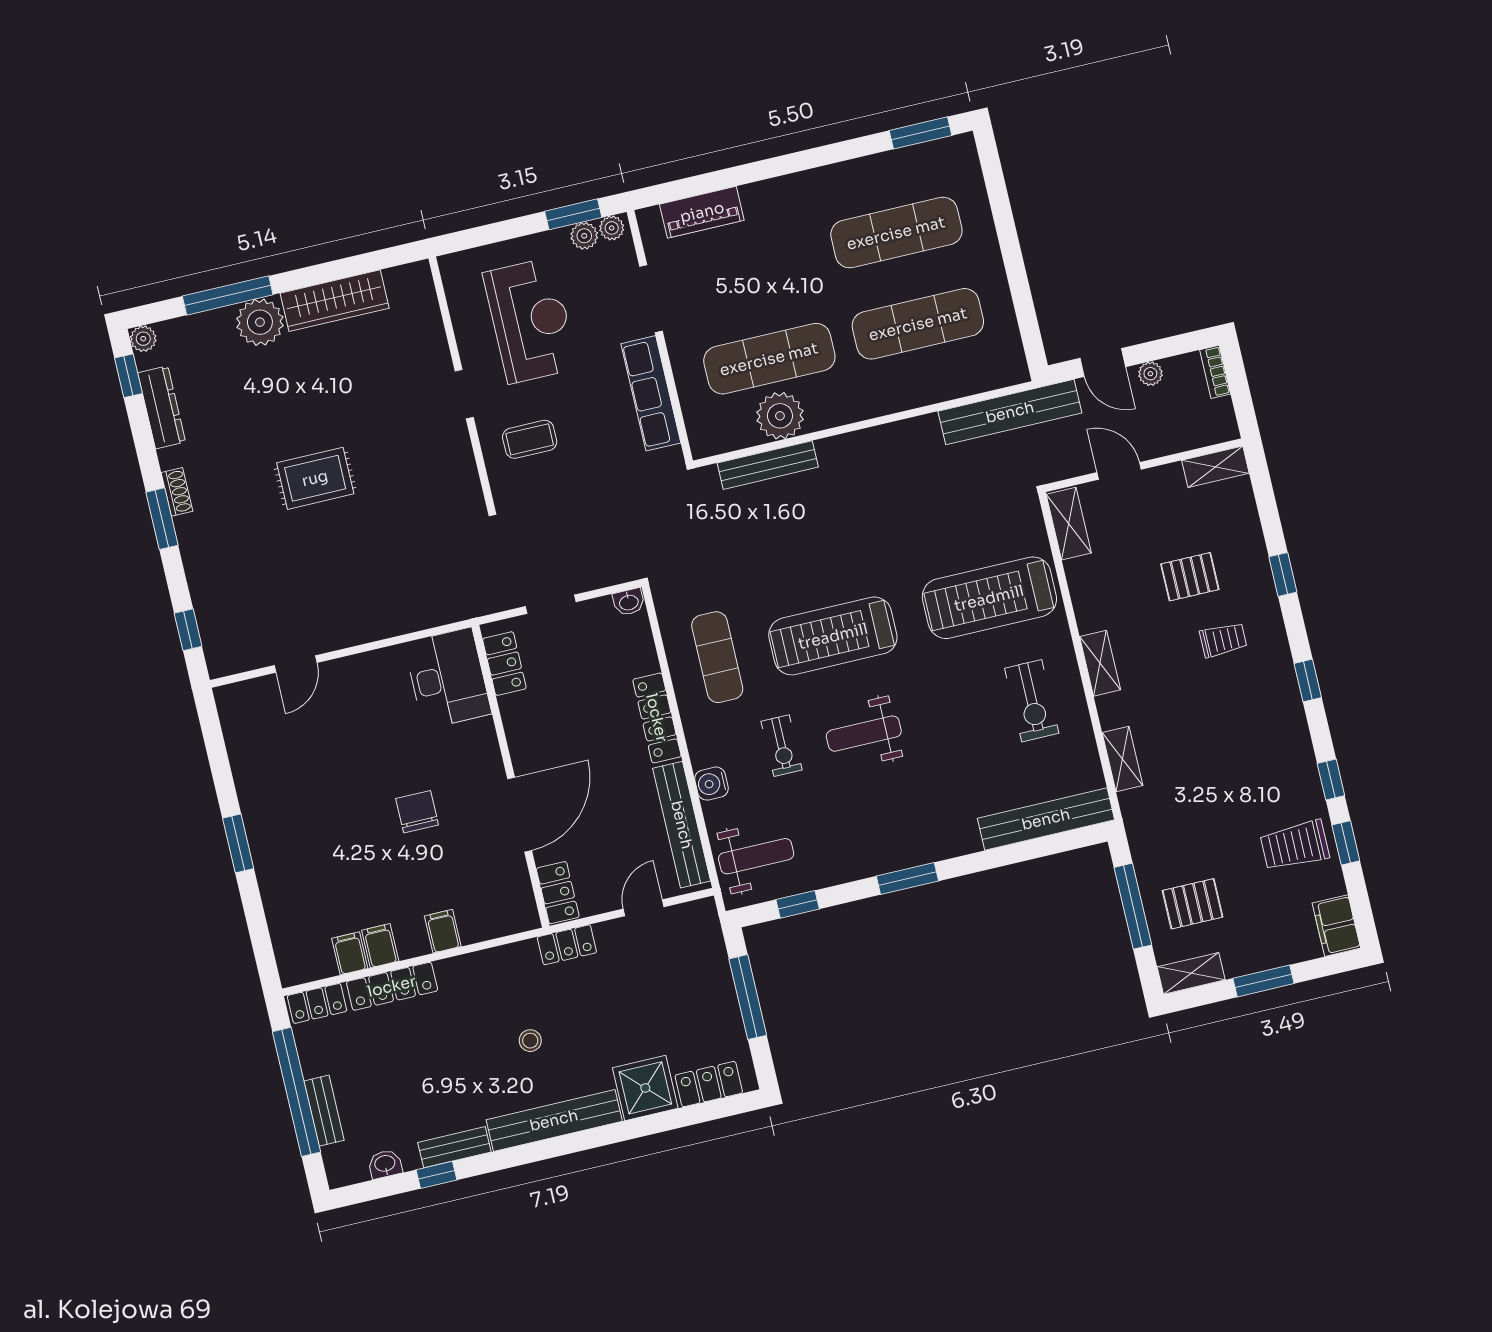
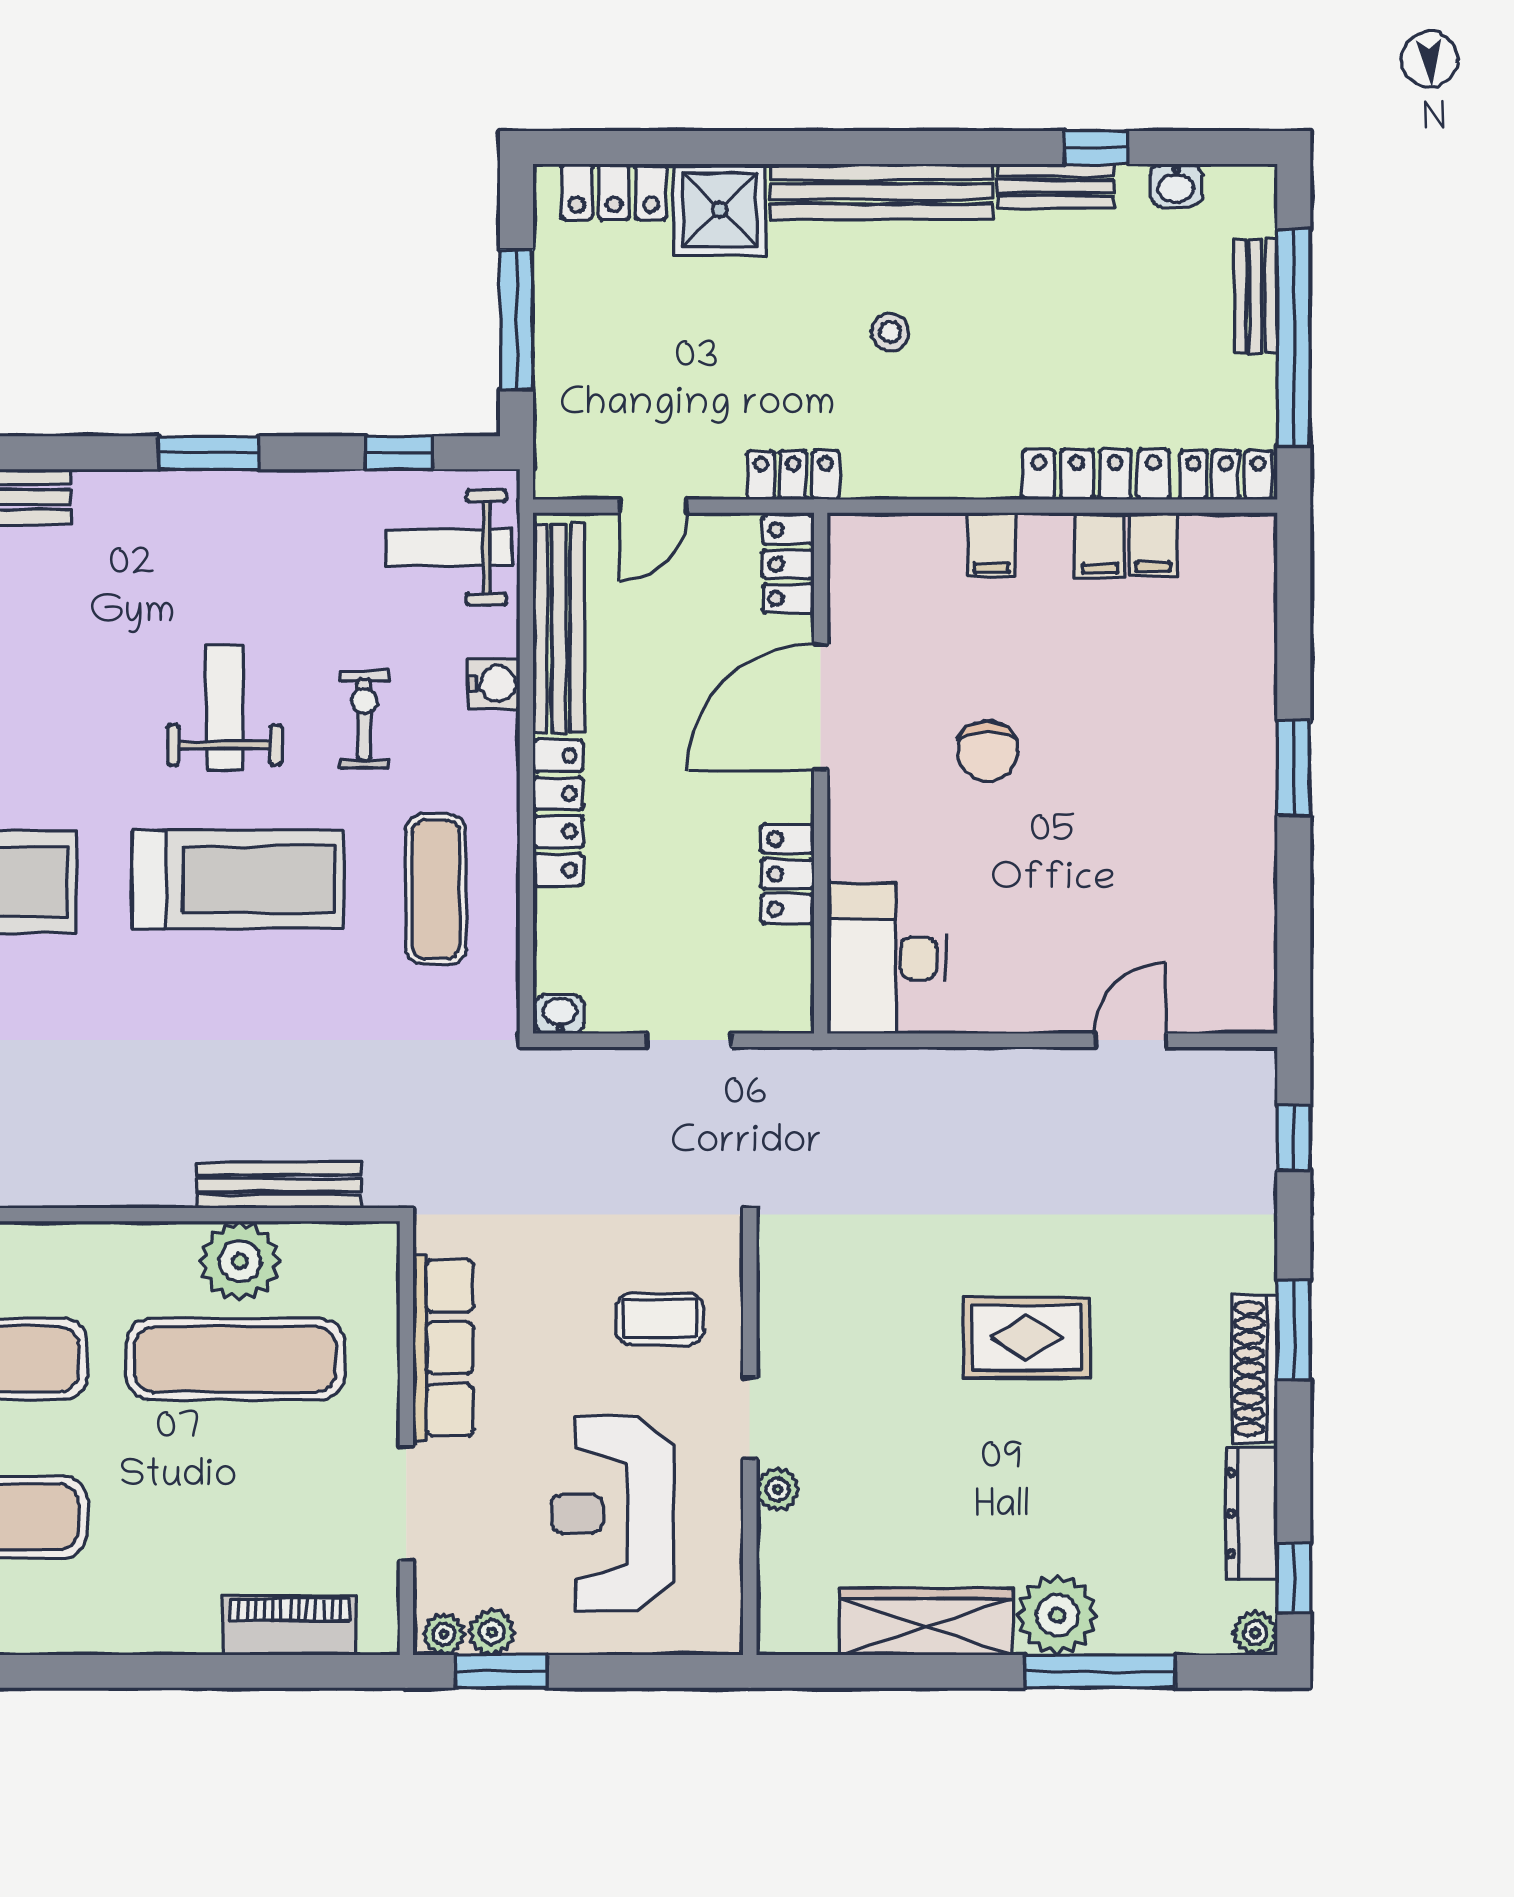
plant: (438, 357) -> (778, 1489), added
shoe rack: (177, 492) -> (1255, 1369), width x1.94, depth x1.24
locker: (504, 664) -> (788, 874), moved
weight bench: (864, 734) -> (225, 707), turned -90

